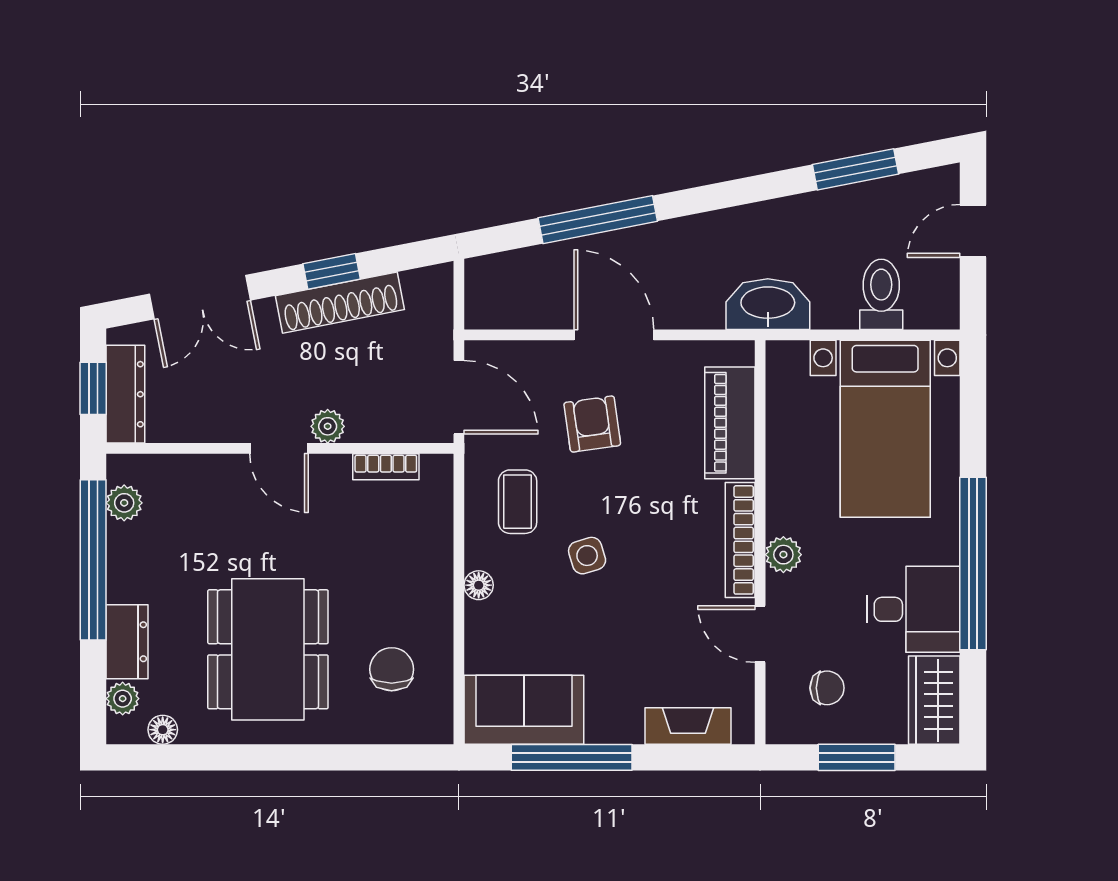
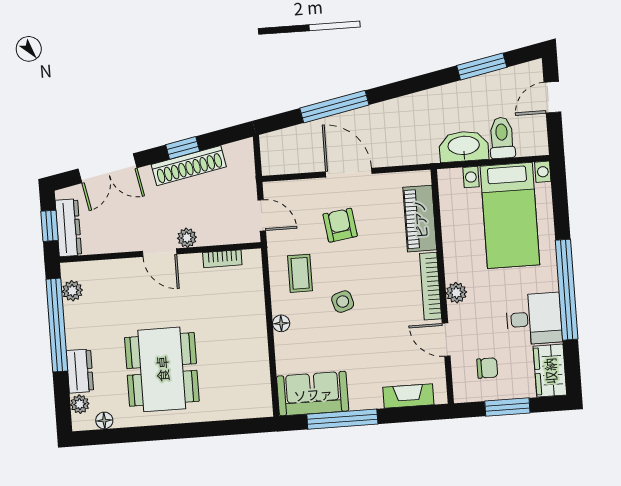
washbasin: (768, 304) -> (464, 146), moved
door: (459, 397) -> (262, 215), width x0.73
chair: (392, 669) -> (234, 376), removed

